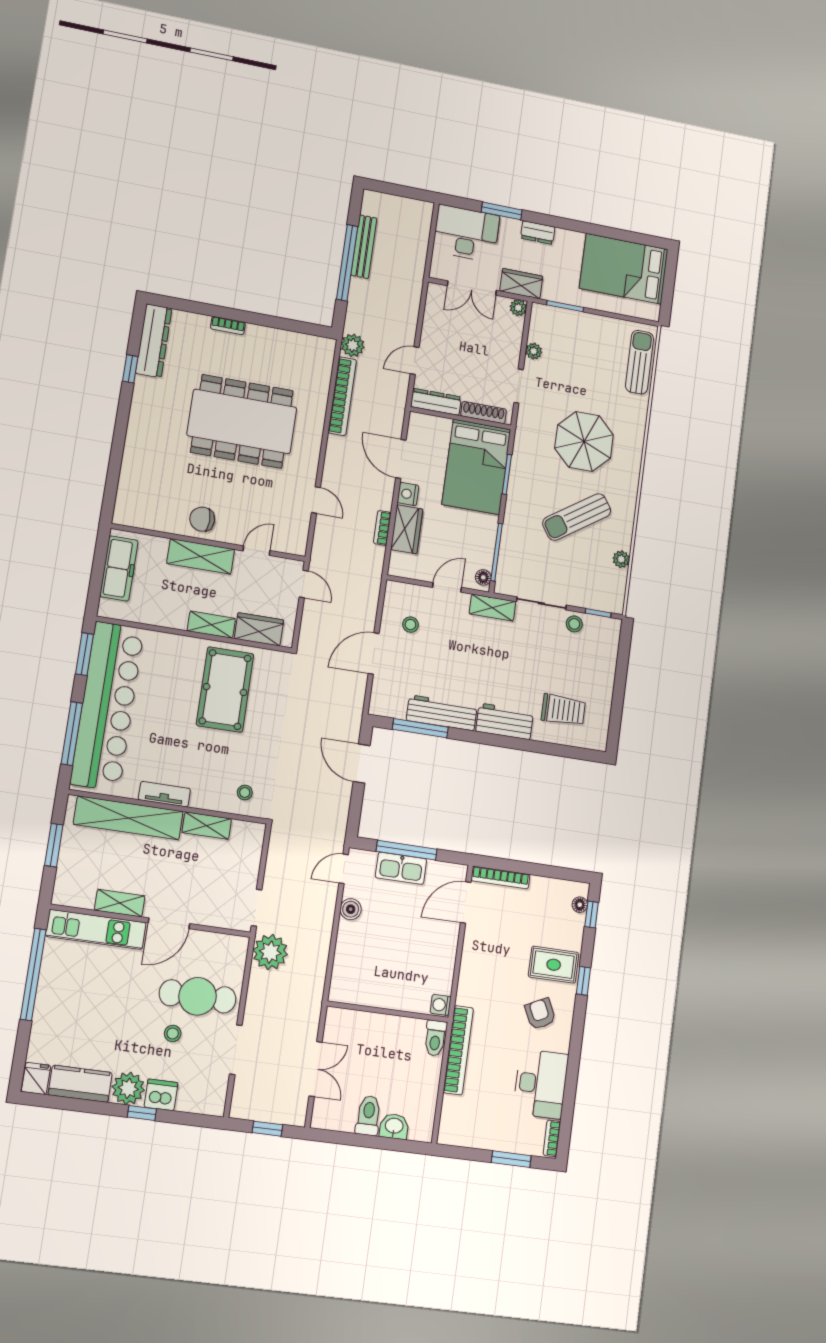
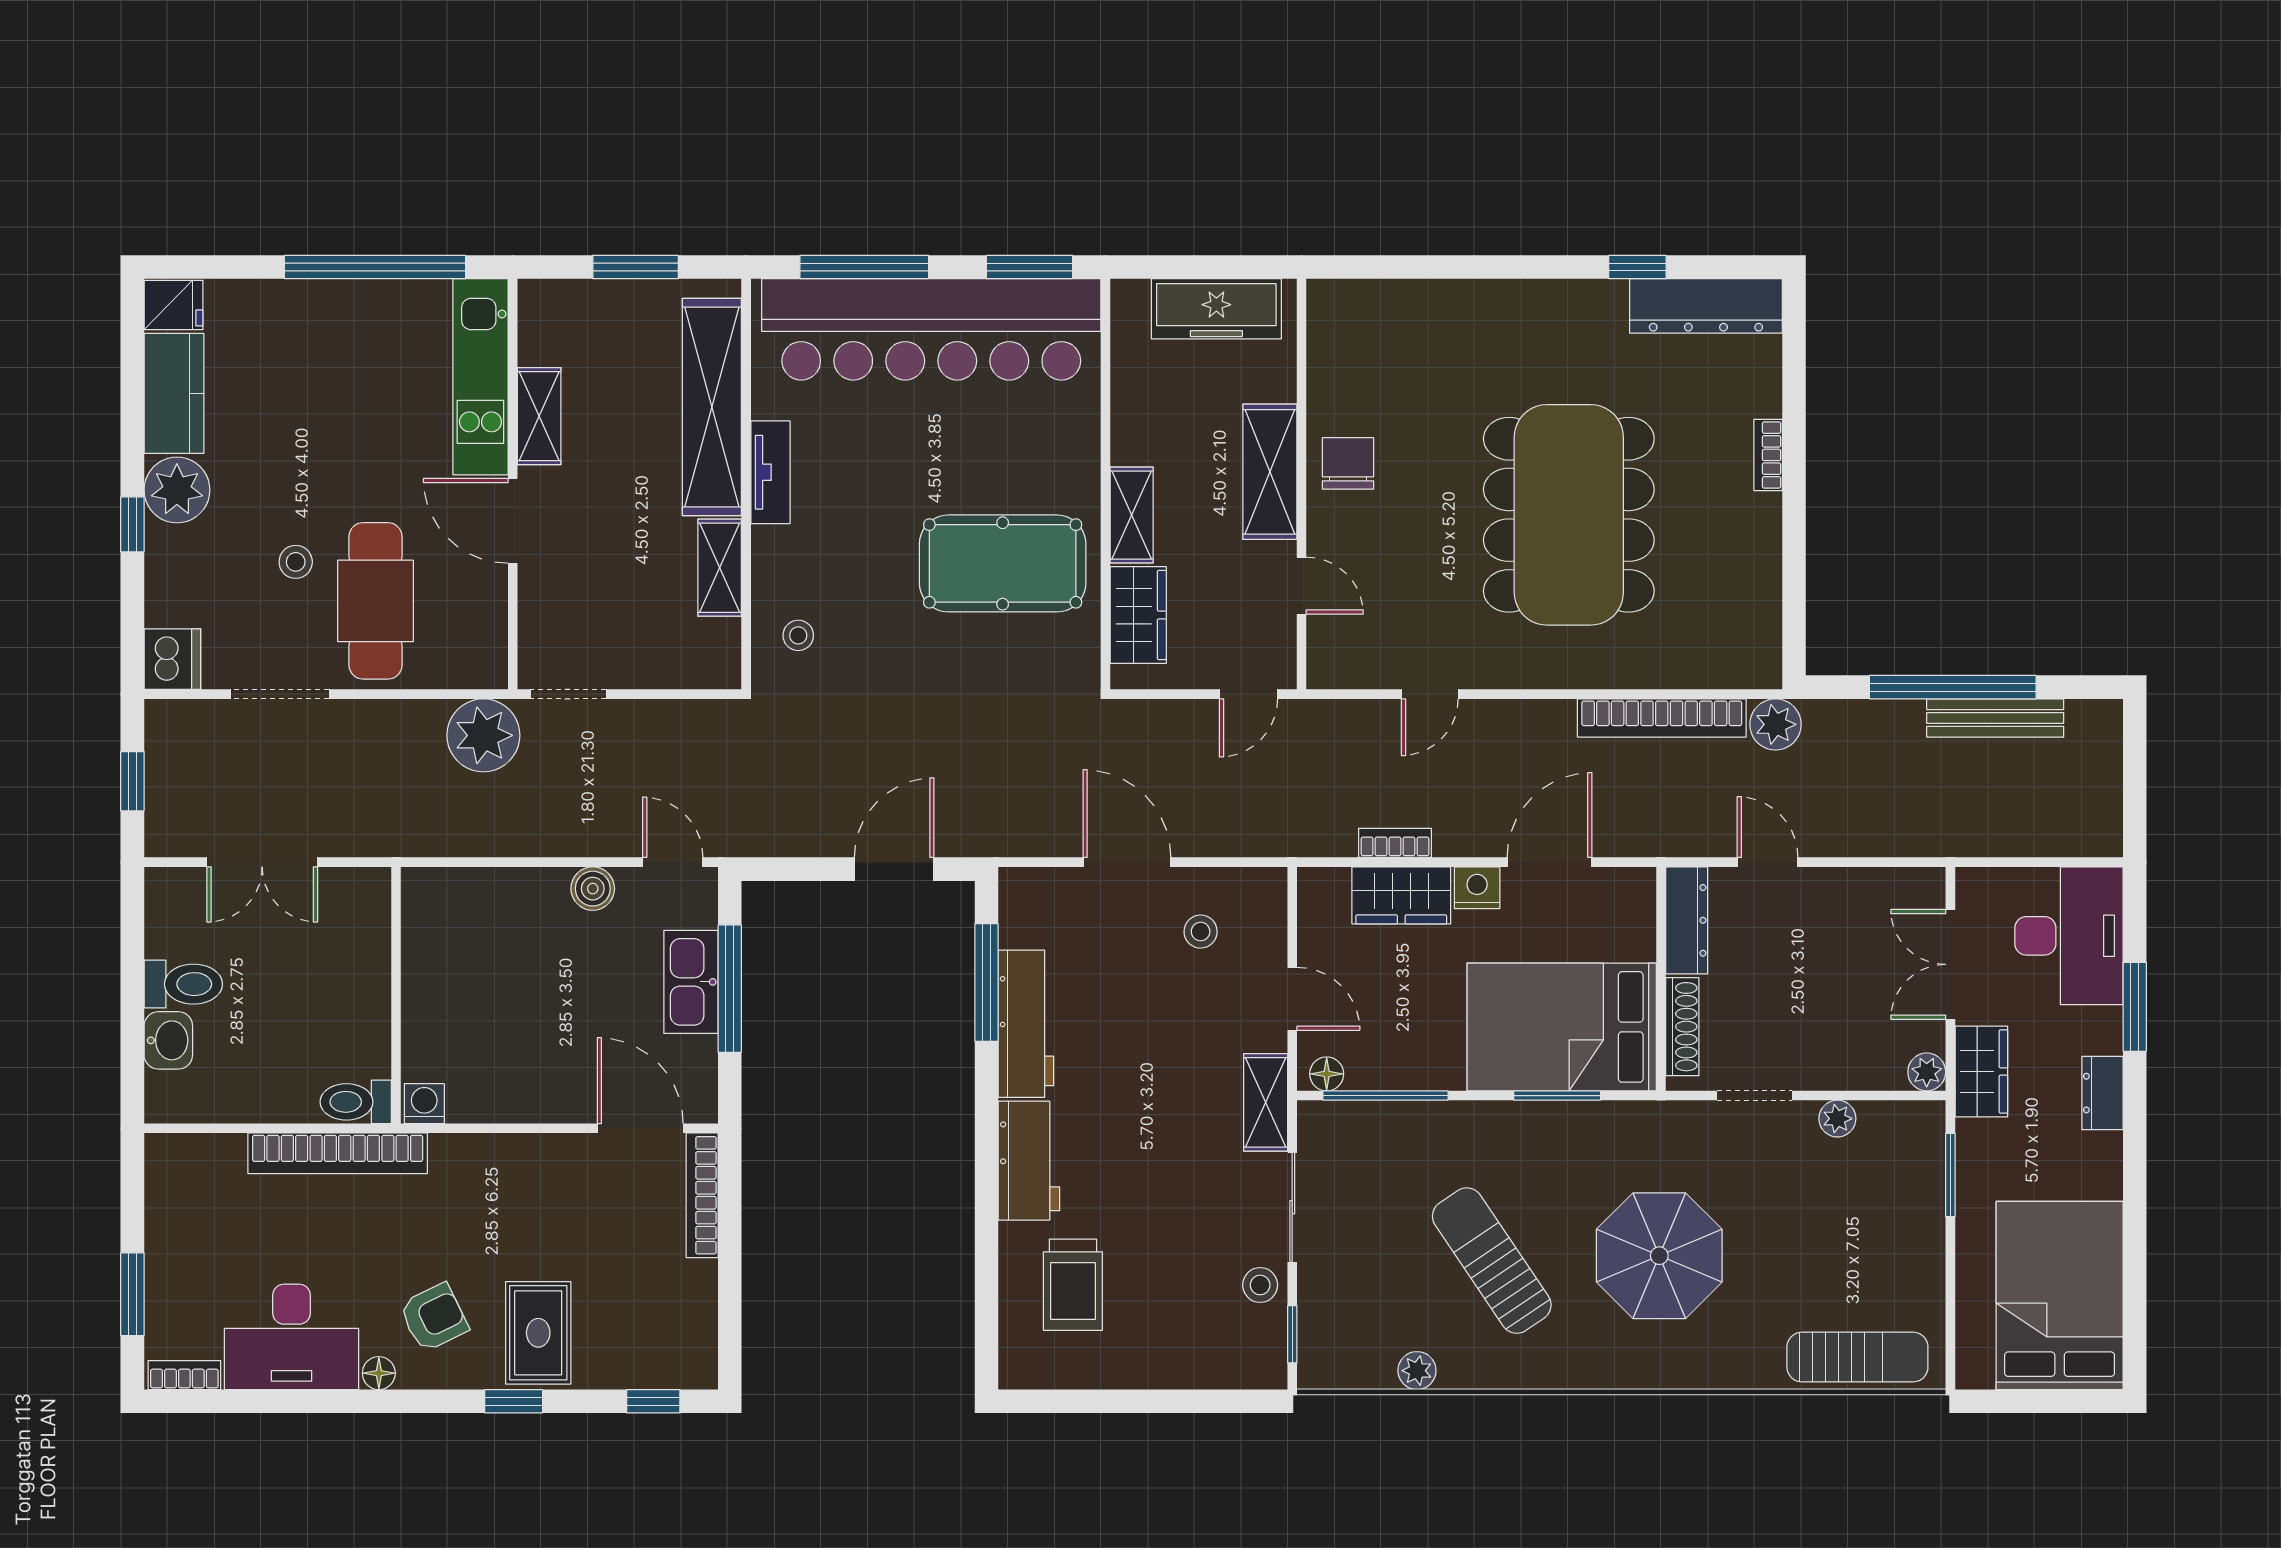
floor lamp: (580, 905) -> (379, 1373), moved
dishwasher: (161, 1095) -> (172, 659), moved

